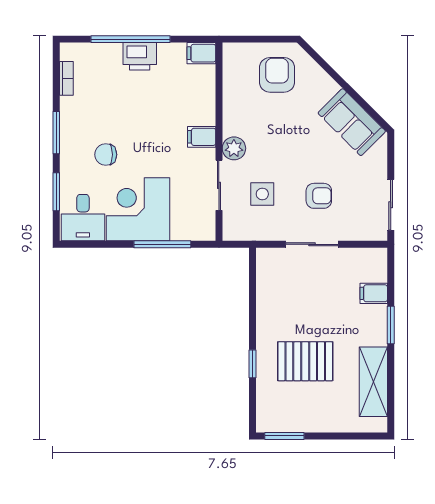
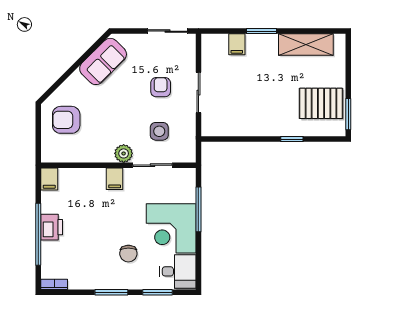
bookcase: (66, 78) -> (54, 284), moved
pallet: (305, 361) -> (321, 103), moved, turned 90

